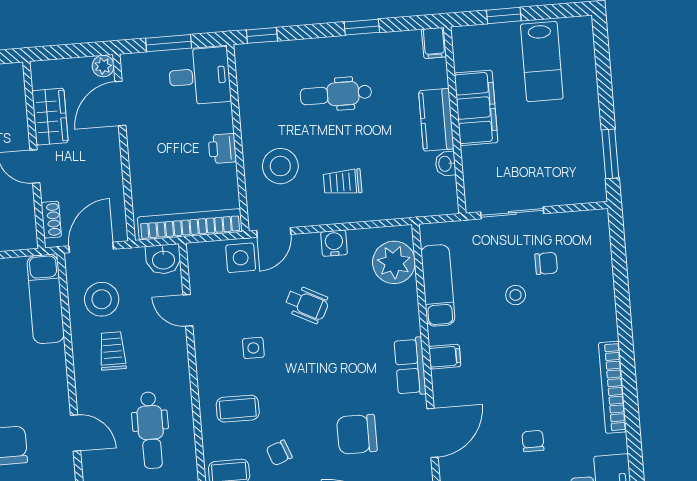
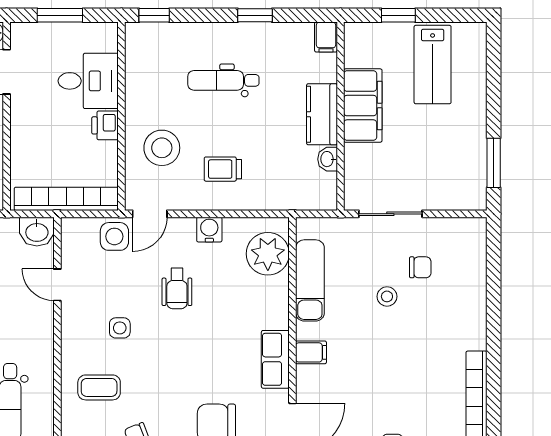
desk: (200, 76) -> (88, 81), moved
wheelchair: (307, 304) -> (177, 289), turned 63

